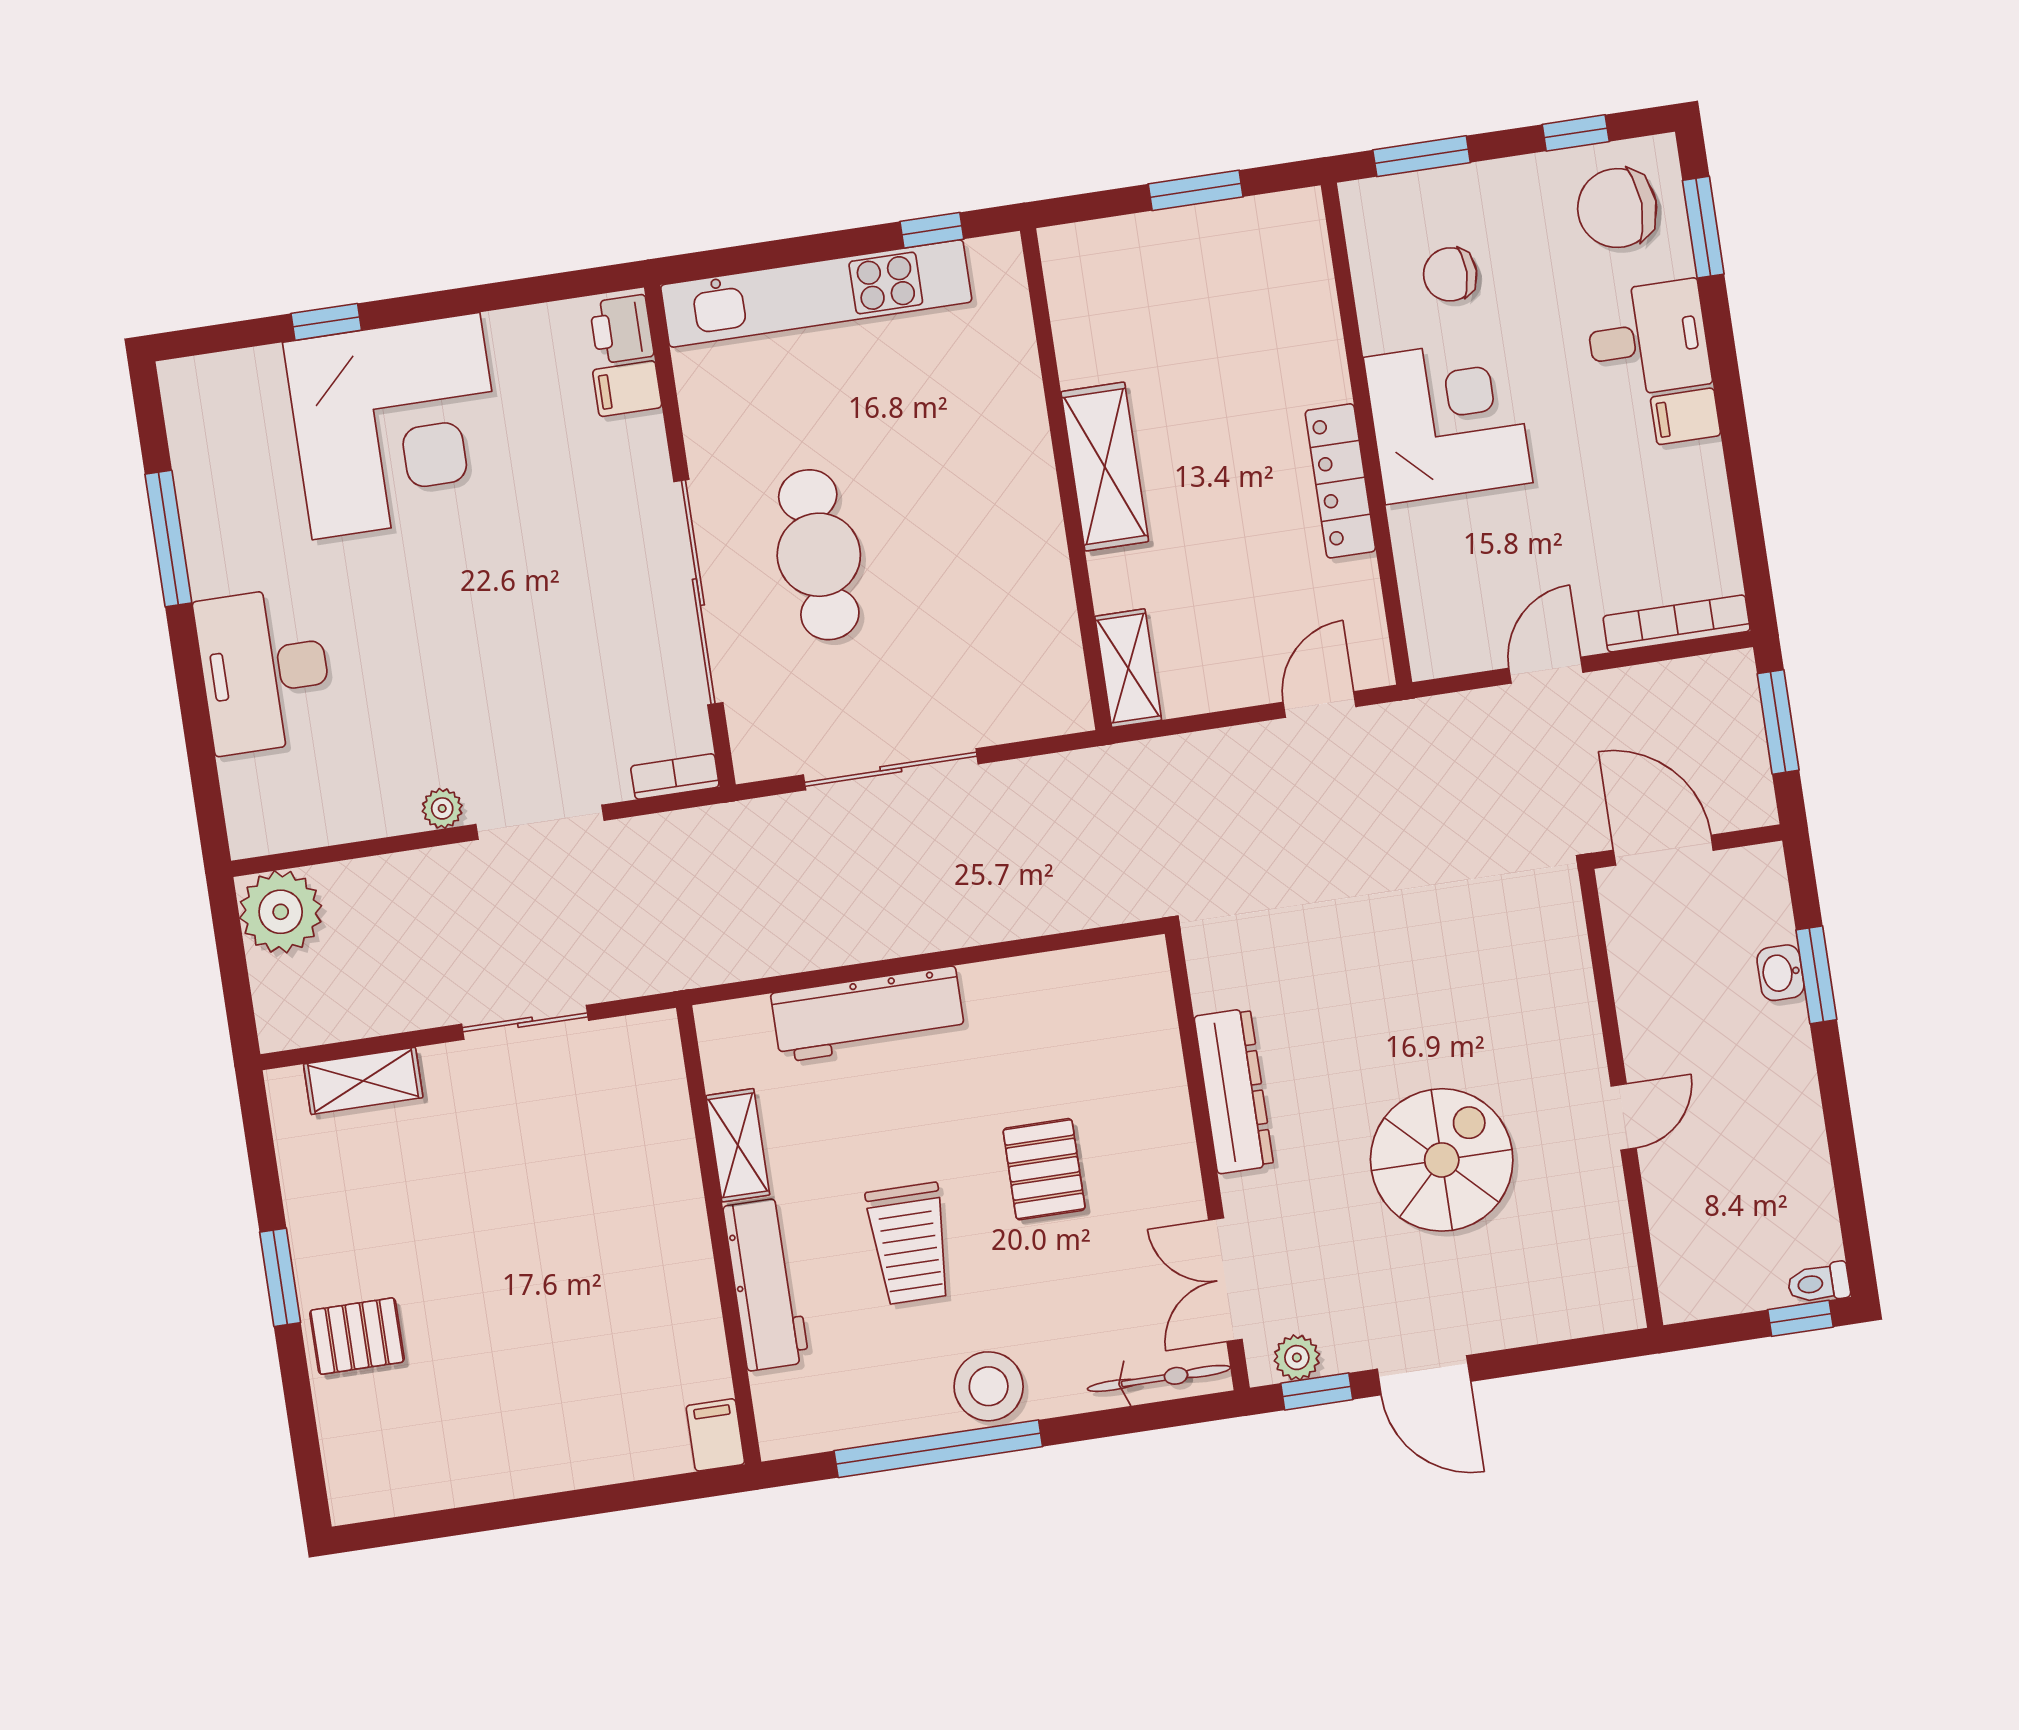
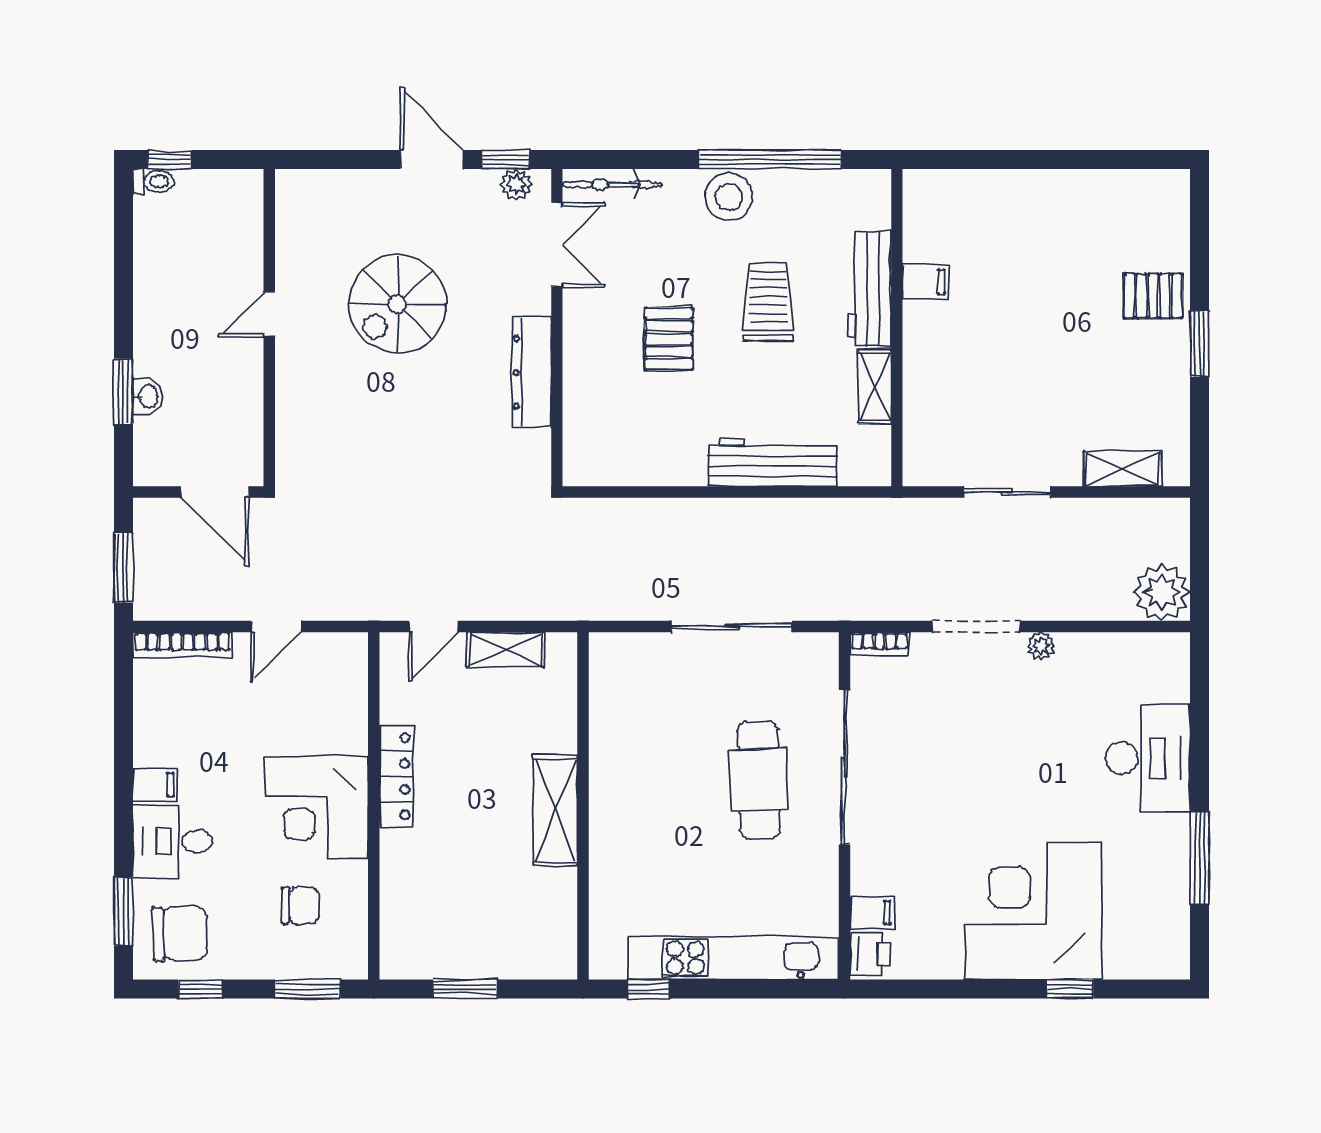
shelving: (1128, 668) -> (506, 650), moved, turned 90
filing cabinet: (715, 1435) -> (925, 282), moved, turned -90

